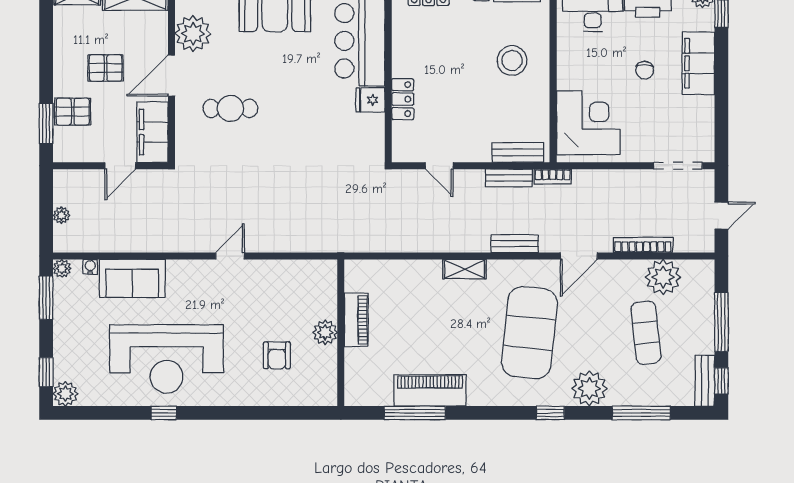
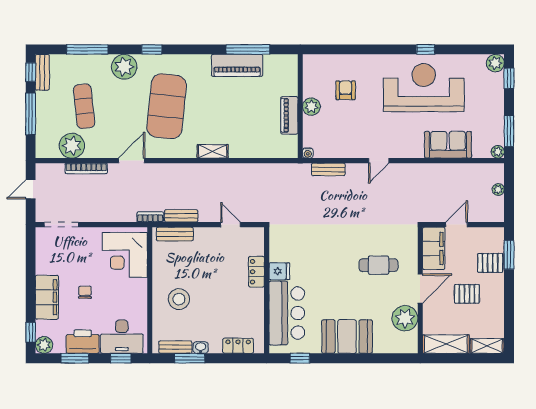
bench: (515, 244) -> (328, 169), moved
water cooler: (90, 267) -> (308, 153), moved

